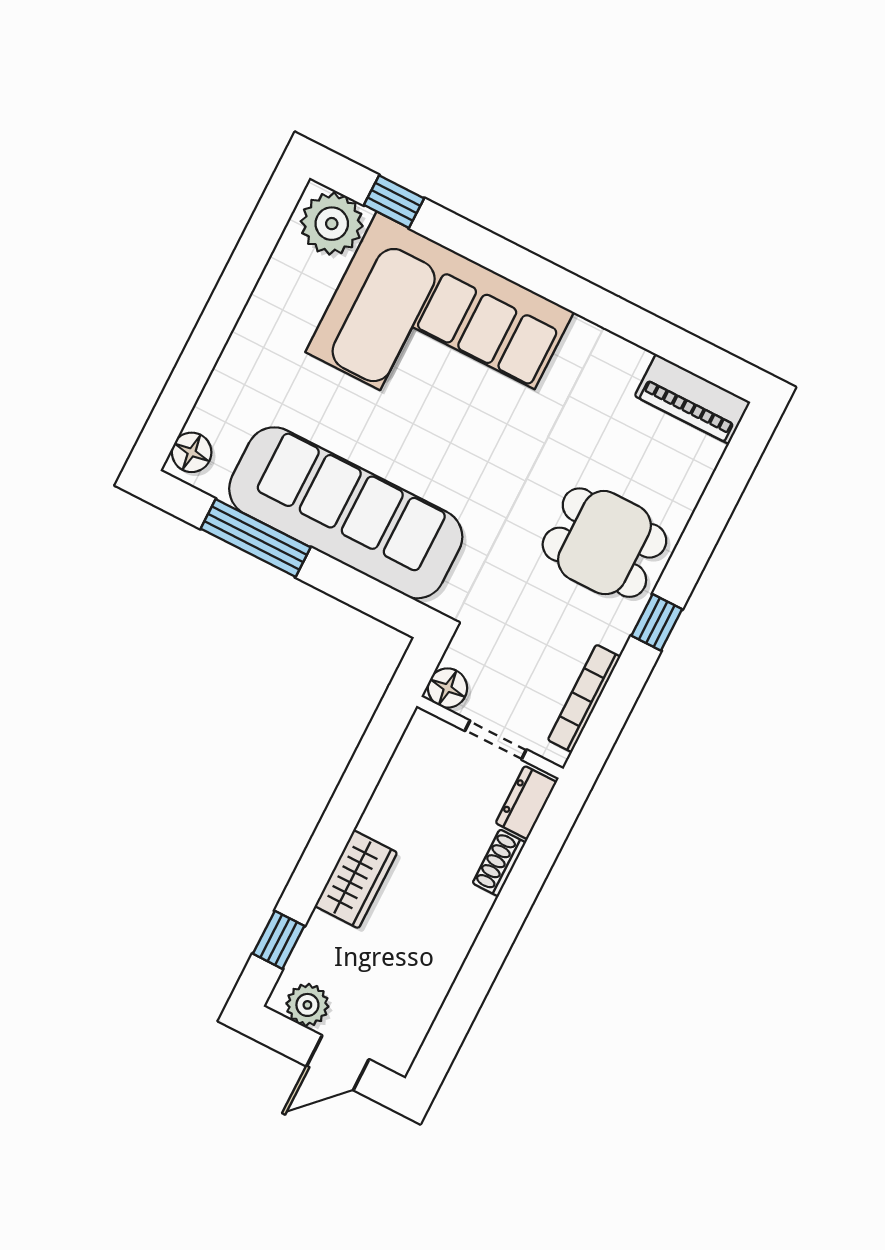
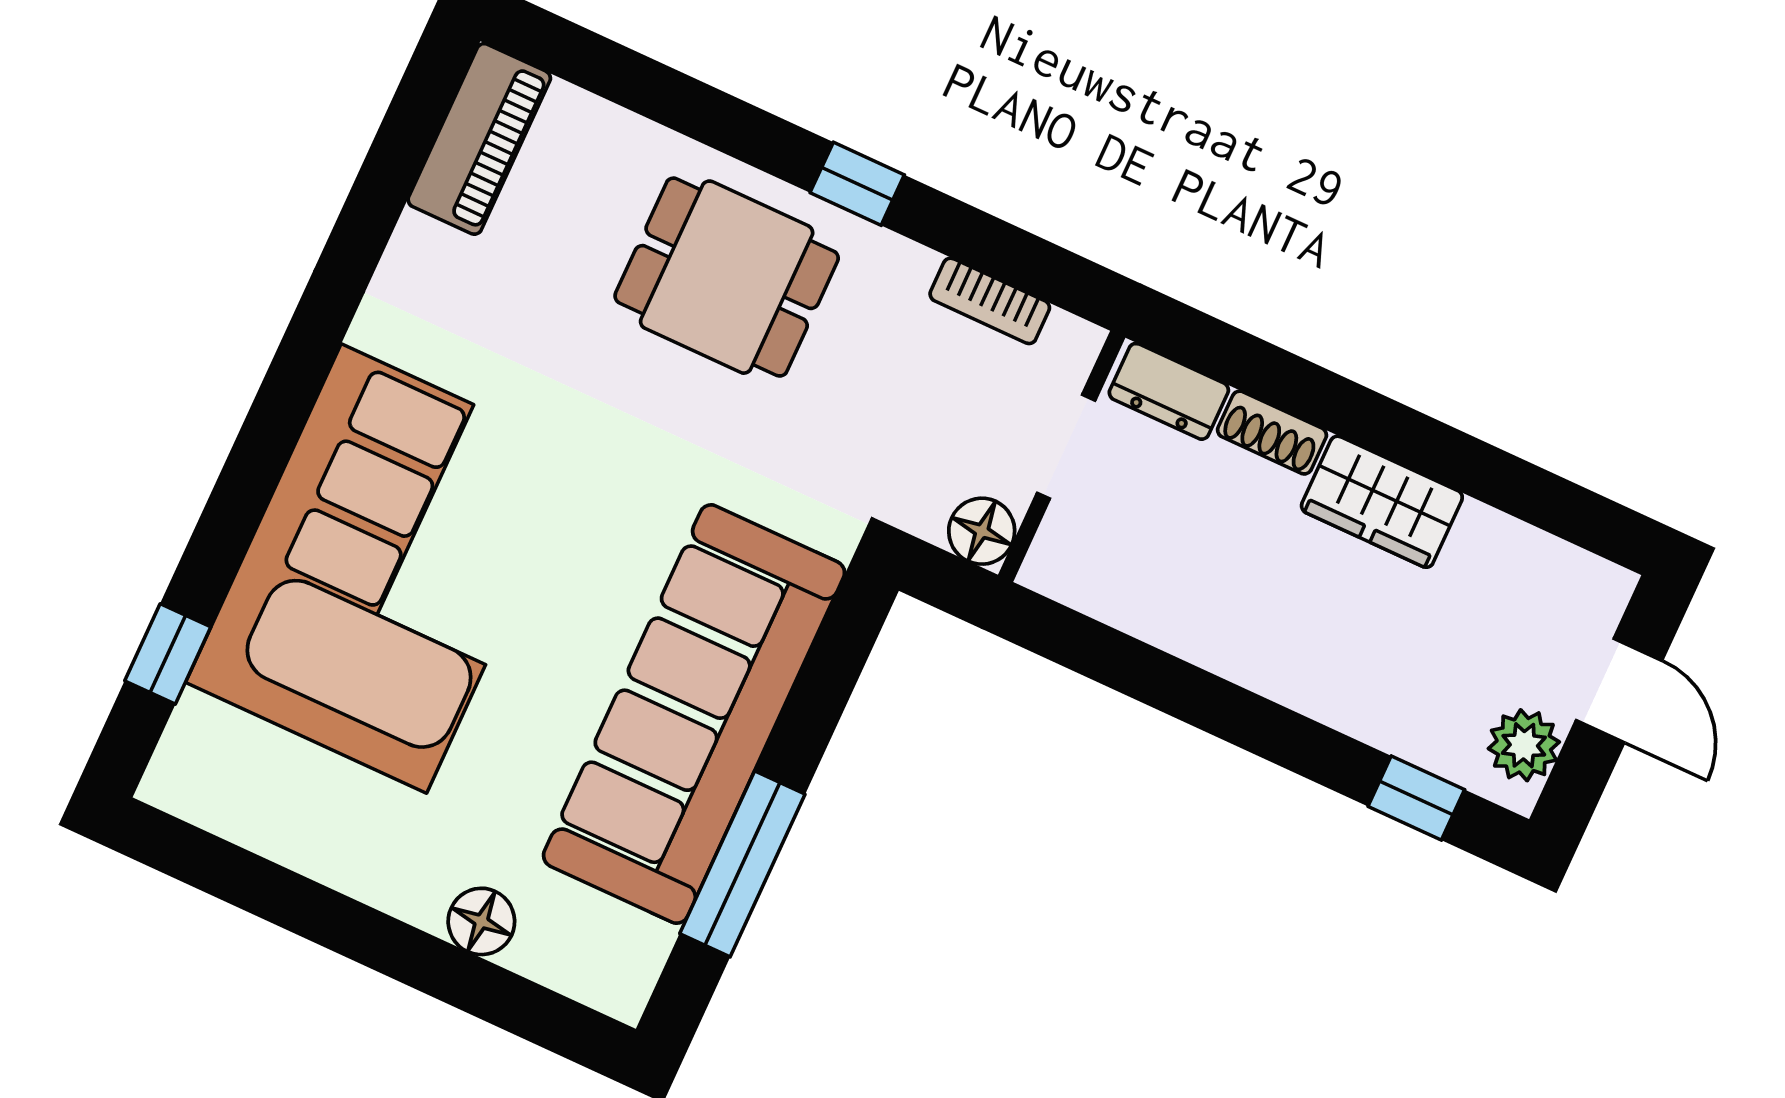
plant: (332, 224) -> (209, 757), removed
floor lamp: (192, 452) -> (481, 921), moved
dining table: (604, 543) -> (727, 277), turned 90
bookcase: (584, 698) -> (990, 301), width x0.64
wardrobe: (356, 879) -> (1382, 502), moved, turned 180

